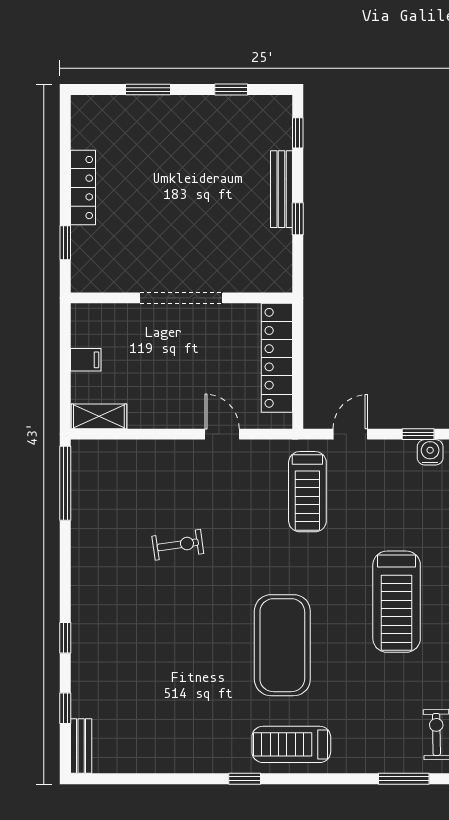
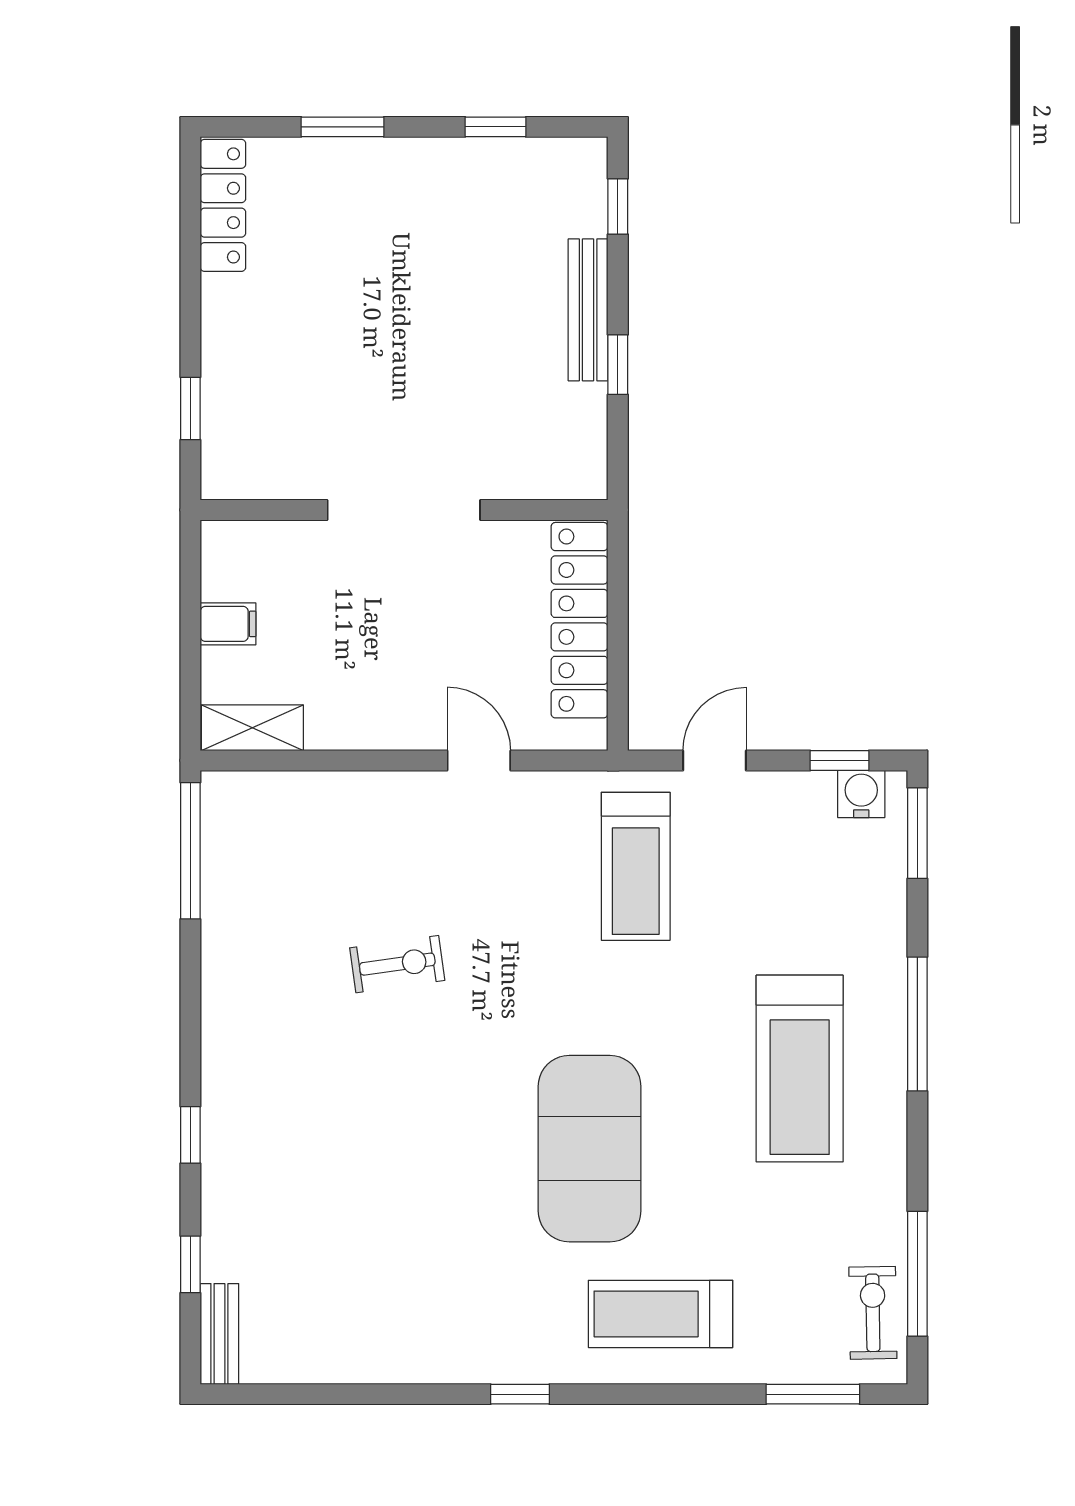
locker: (83, 188) -> (223, 205), moved
treadmill: (291, 744) -> (660, 1314), moved

